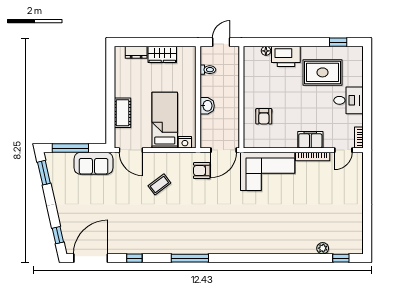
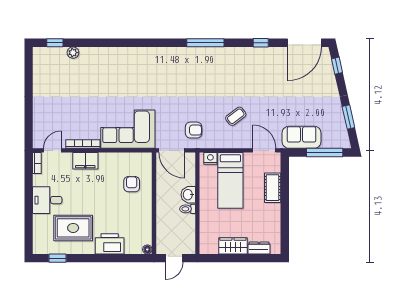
floor lamp: (266, 51) -> (147, 249), moved
toilet: (208, 70) -> (188, 209), moved
door: (224, 150) -> (172, 150), swing flipped
window: (44, 173) -> (348, 117), moved

